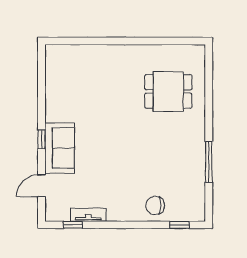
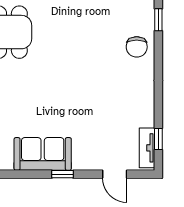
sofa: (60, 148) -> (43, 154), moved
tv unit: (88, 215) -> (147, 148), moved

